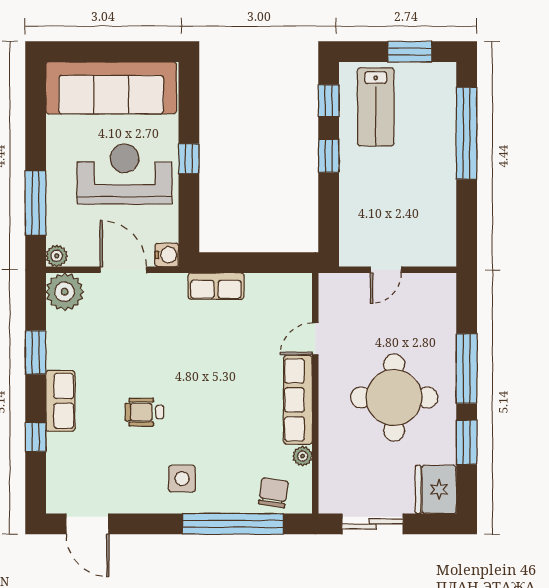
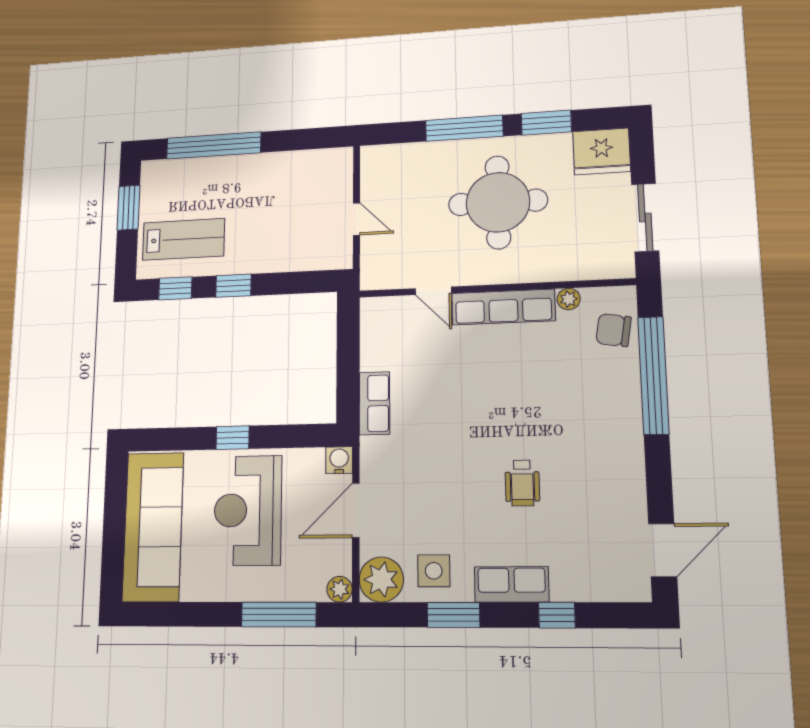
side table: (182, 479) -> (434, 571), moved

